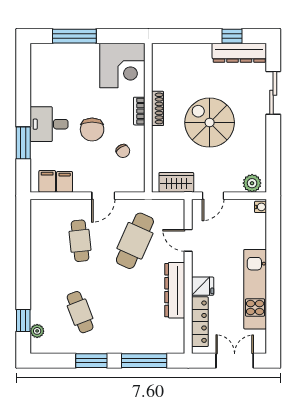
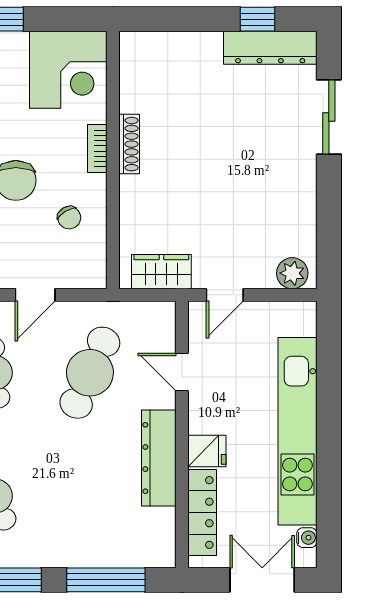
spiral stairs: (210, 123) -> (219, 168), removed
water cooler: (260, 207) -> (307, 538), moved
kitchen unit: (255, 289) -> (297, 431), width x1.36

